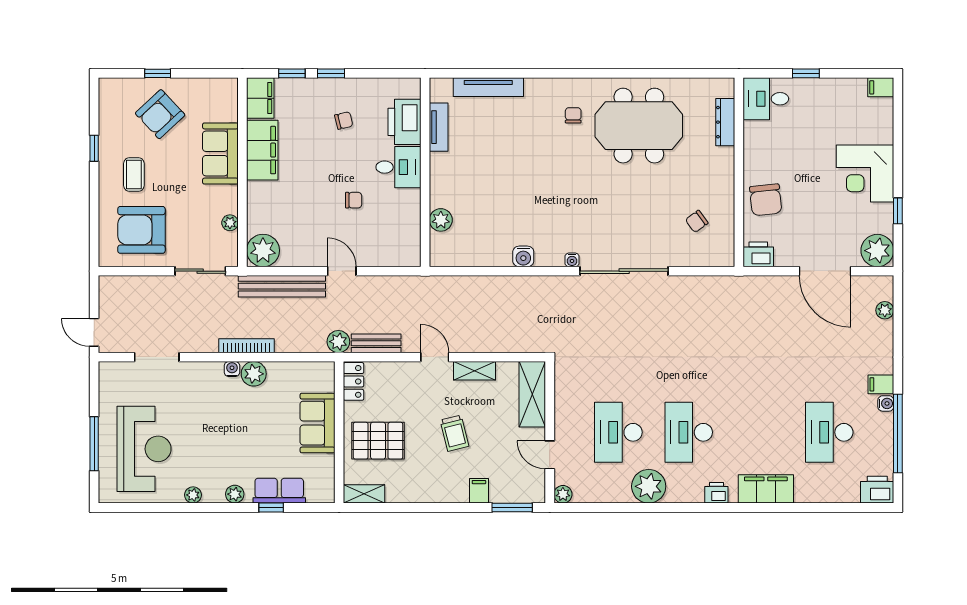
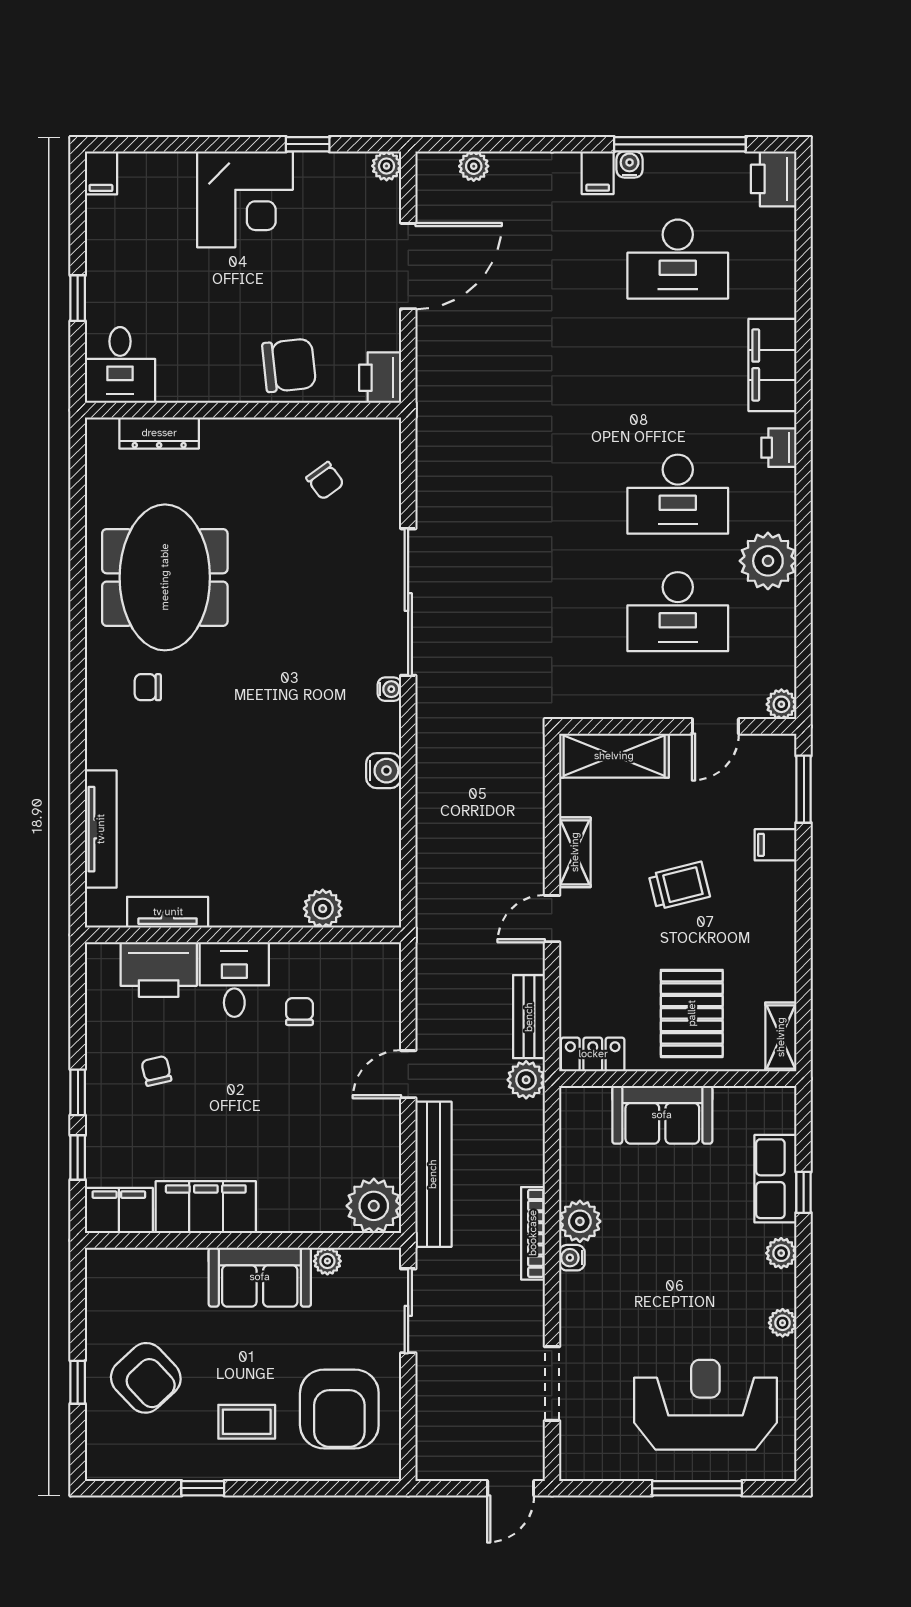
sofa: (220, 153) -> (260, 1277), moved
chair: (354, 200) -> (299, 1012), moved
plant: (877, 251) -> (387, 166), width x0.53, depth x0.53

